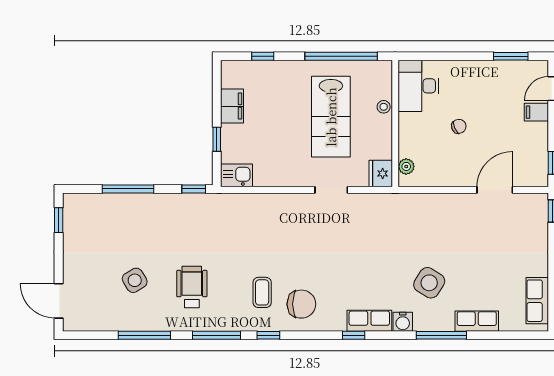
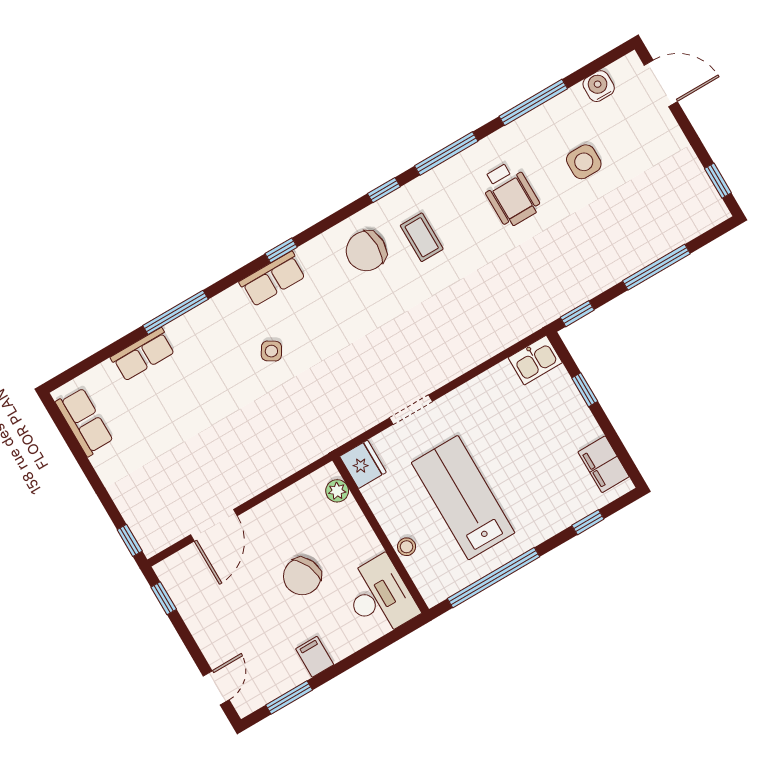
filing cabinet: (232, 106) -> (604, 464), moved
filing cabinet: (536, 112) -> (315, 657), moved, turned -90
chair: (459, 126) -> (302, 576), width x1.87, depth x1.87
side table: (135, 280) -> (584, 162), turned 31
side table: (429, 283) -> (271, 351), moved, width x0.54, depth x0.54
water cooler: (403, 322) -> (599, 86), moved

